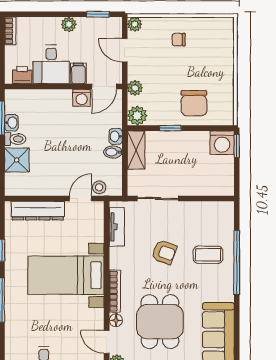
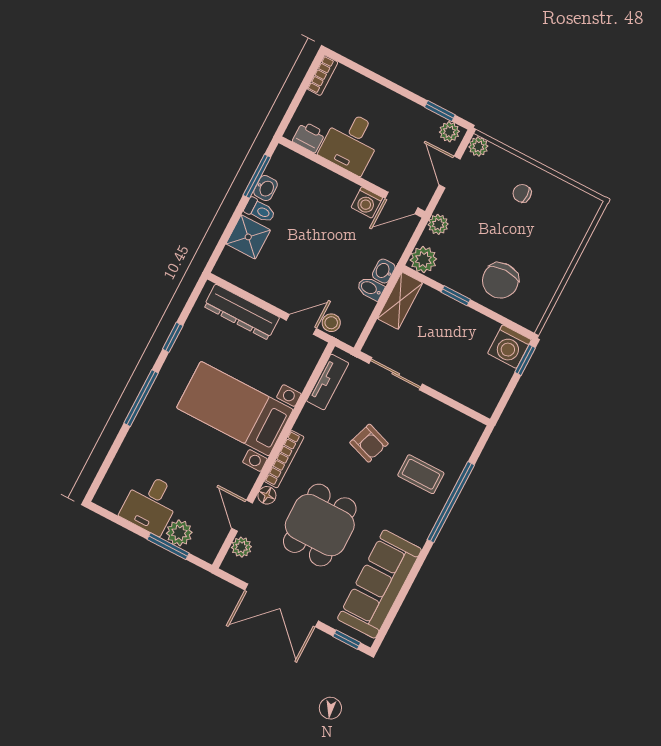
plant: (69, 24) -> (449, 132), moved
filing cabinet: (78, 73) -> (378, 171), removed

